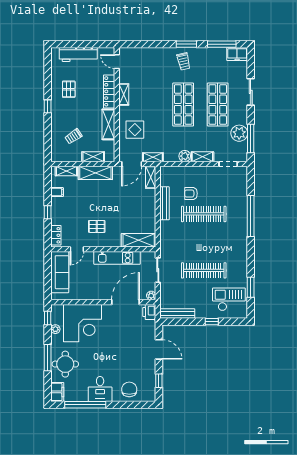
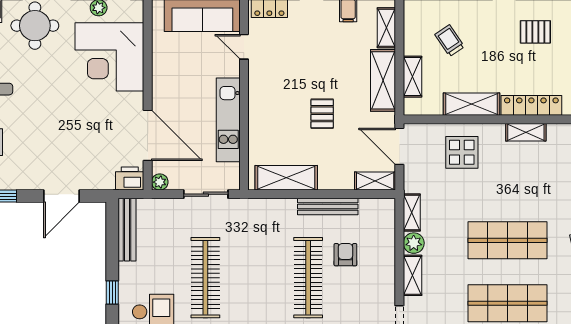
shelving: (153, 157) -> (412, 213), moved
pallet: (97, 226) -> (322, 114), moved
shelving: (139, 240) -> (286, 178), moved, turned 90

